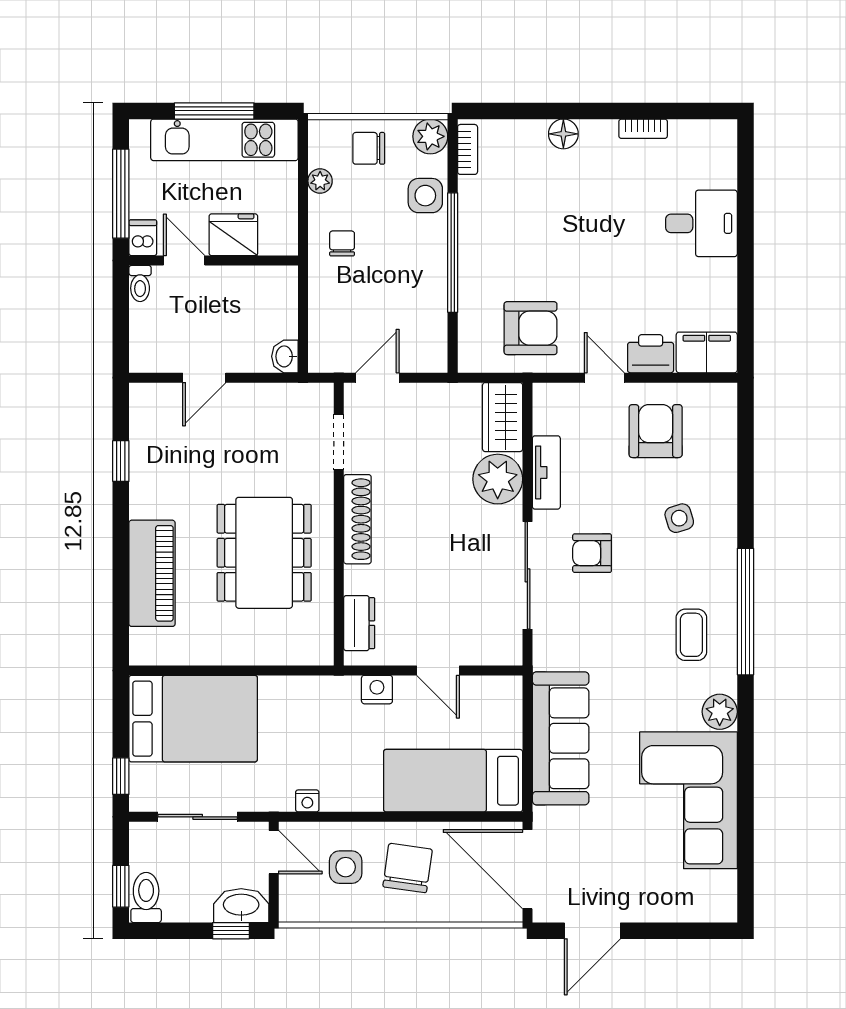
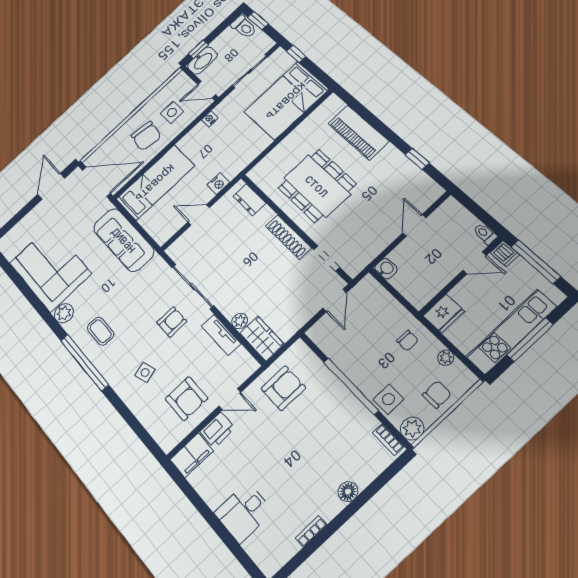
fridge: (233, 235) -> (444, 314), moved
armchair: (530, 328) -> (283, 388), turned 180
plant: (498, 479) -> (240, 321), width x0.53, depth x0.53

